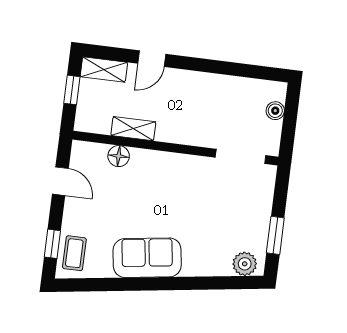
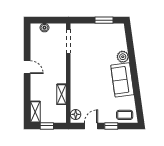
door: (152, 59) -> (27, 67), moved
floor lamp: (119, 156) -> (76, 114), moved
window: (52, 244) -> (111, 126), moved
plant: (245, 264) -> (123, 57), moved

